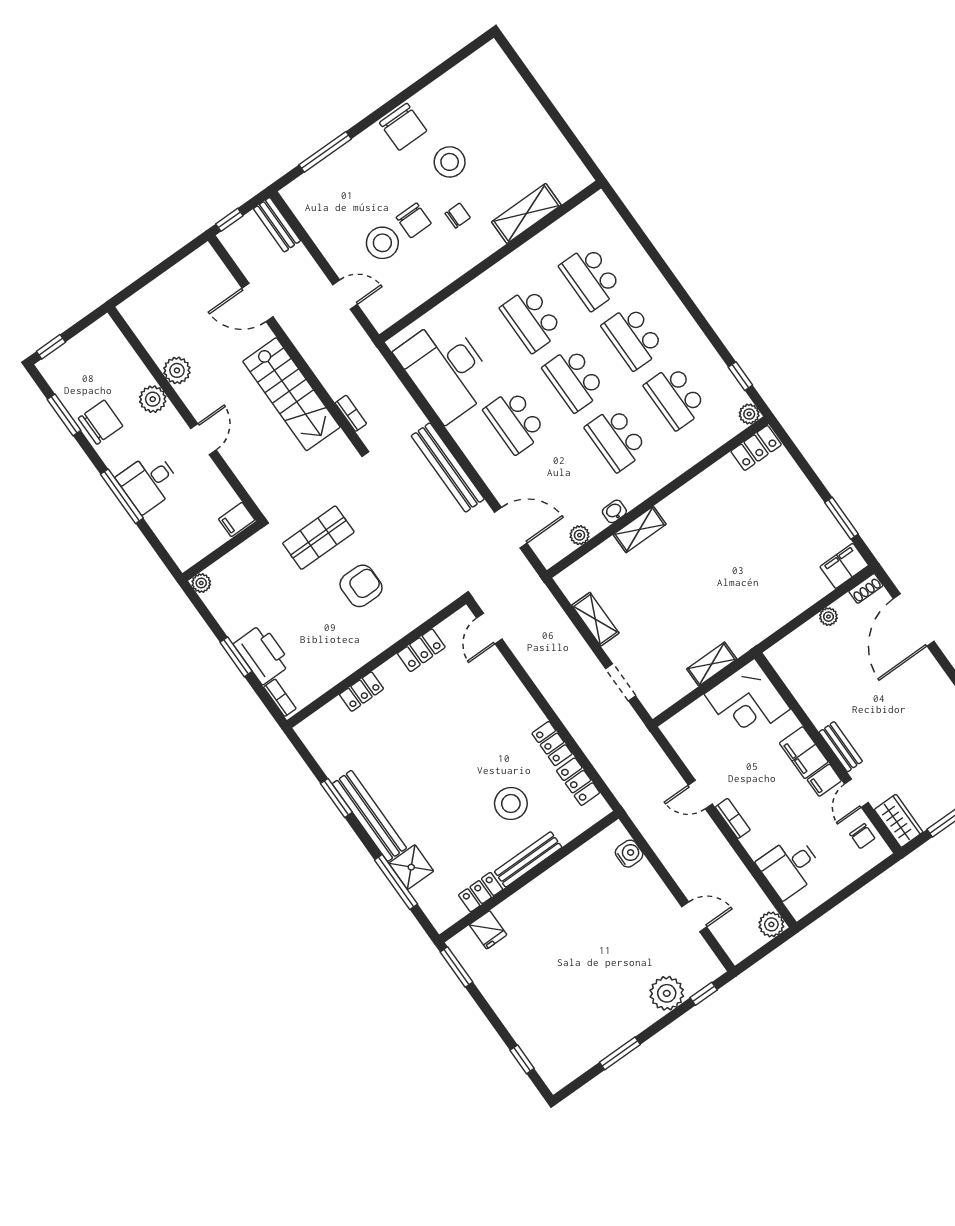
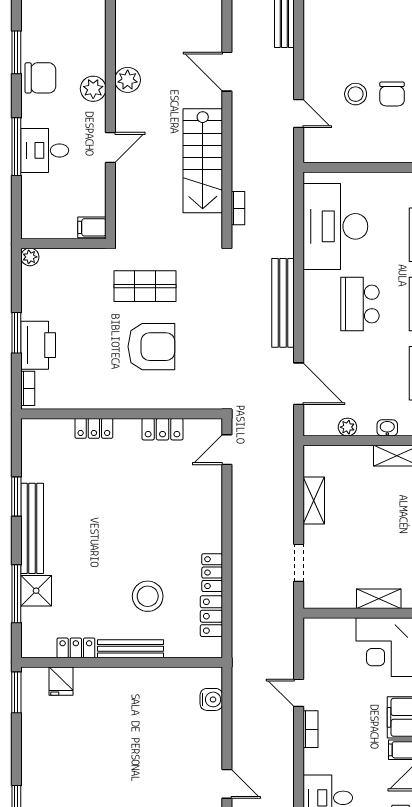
stool: (382, 243) -> (356, 94), width x0.73, depth x0.73
armchair: (361, 586) -> (151, 347), width x1.36, depth x1.36

